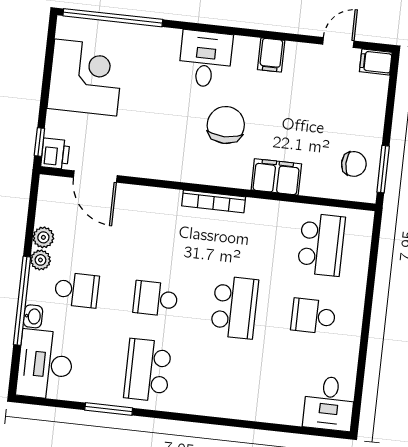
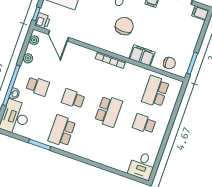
chair: (354, 164) -> (169, 63), moved
school desk: (321, 245) -> (155, 92), turned 180
plant: (40, 260) -> (34, 40), moved

